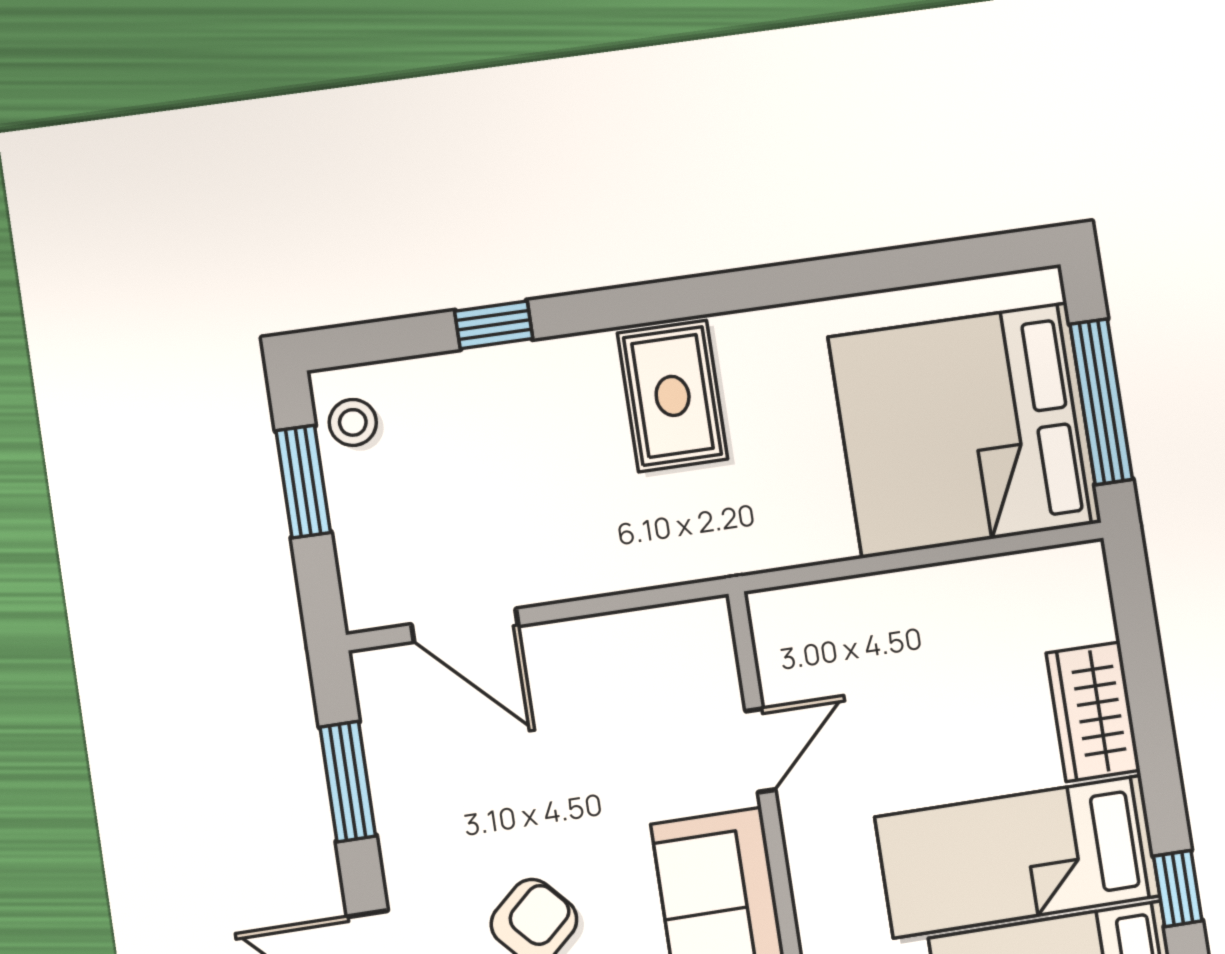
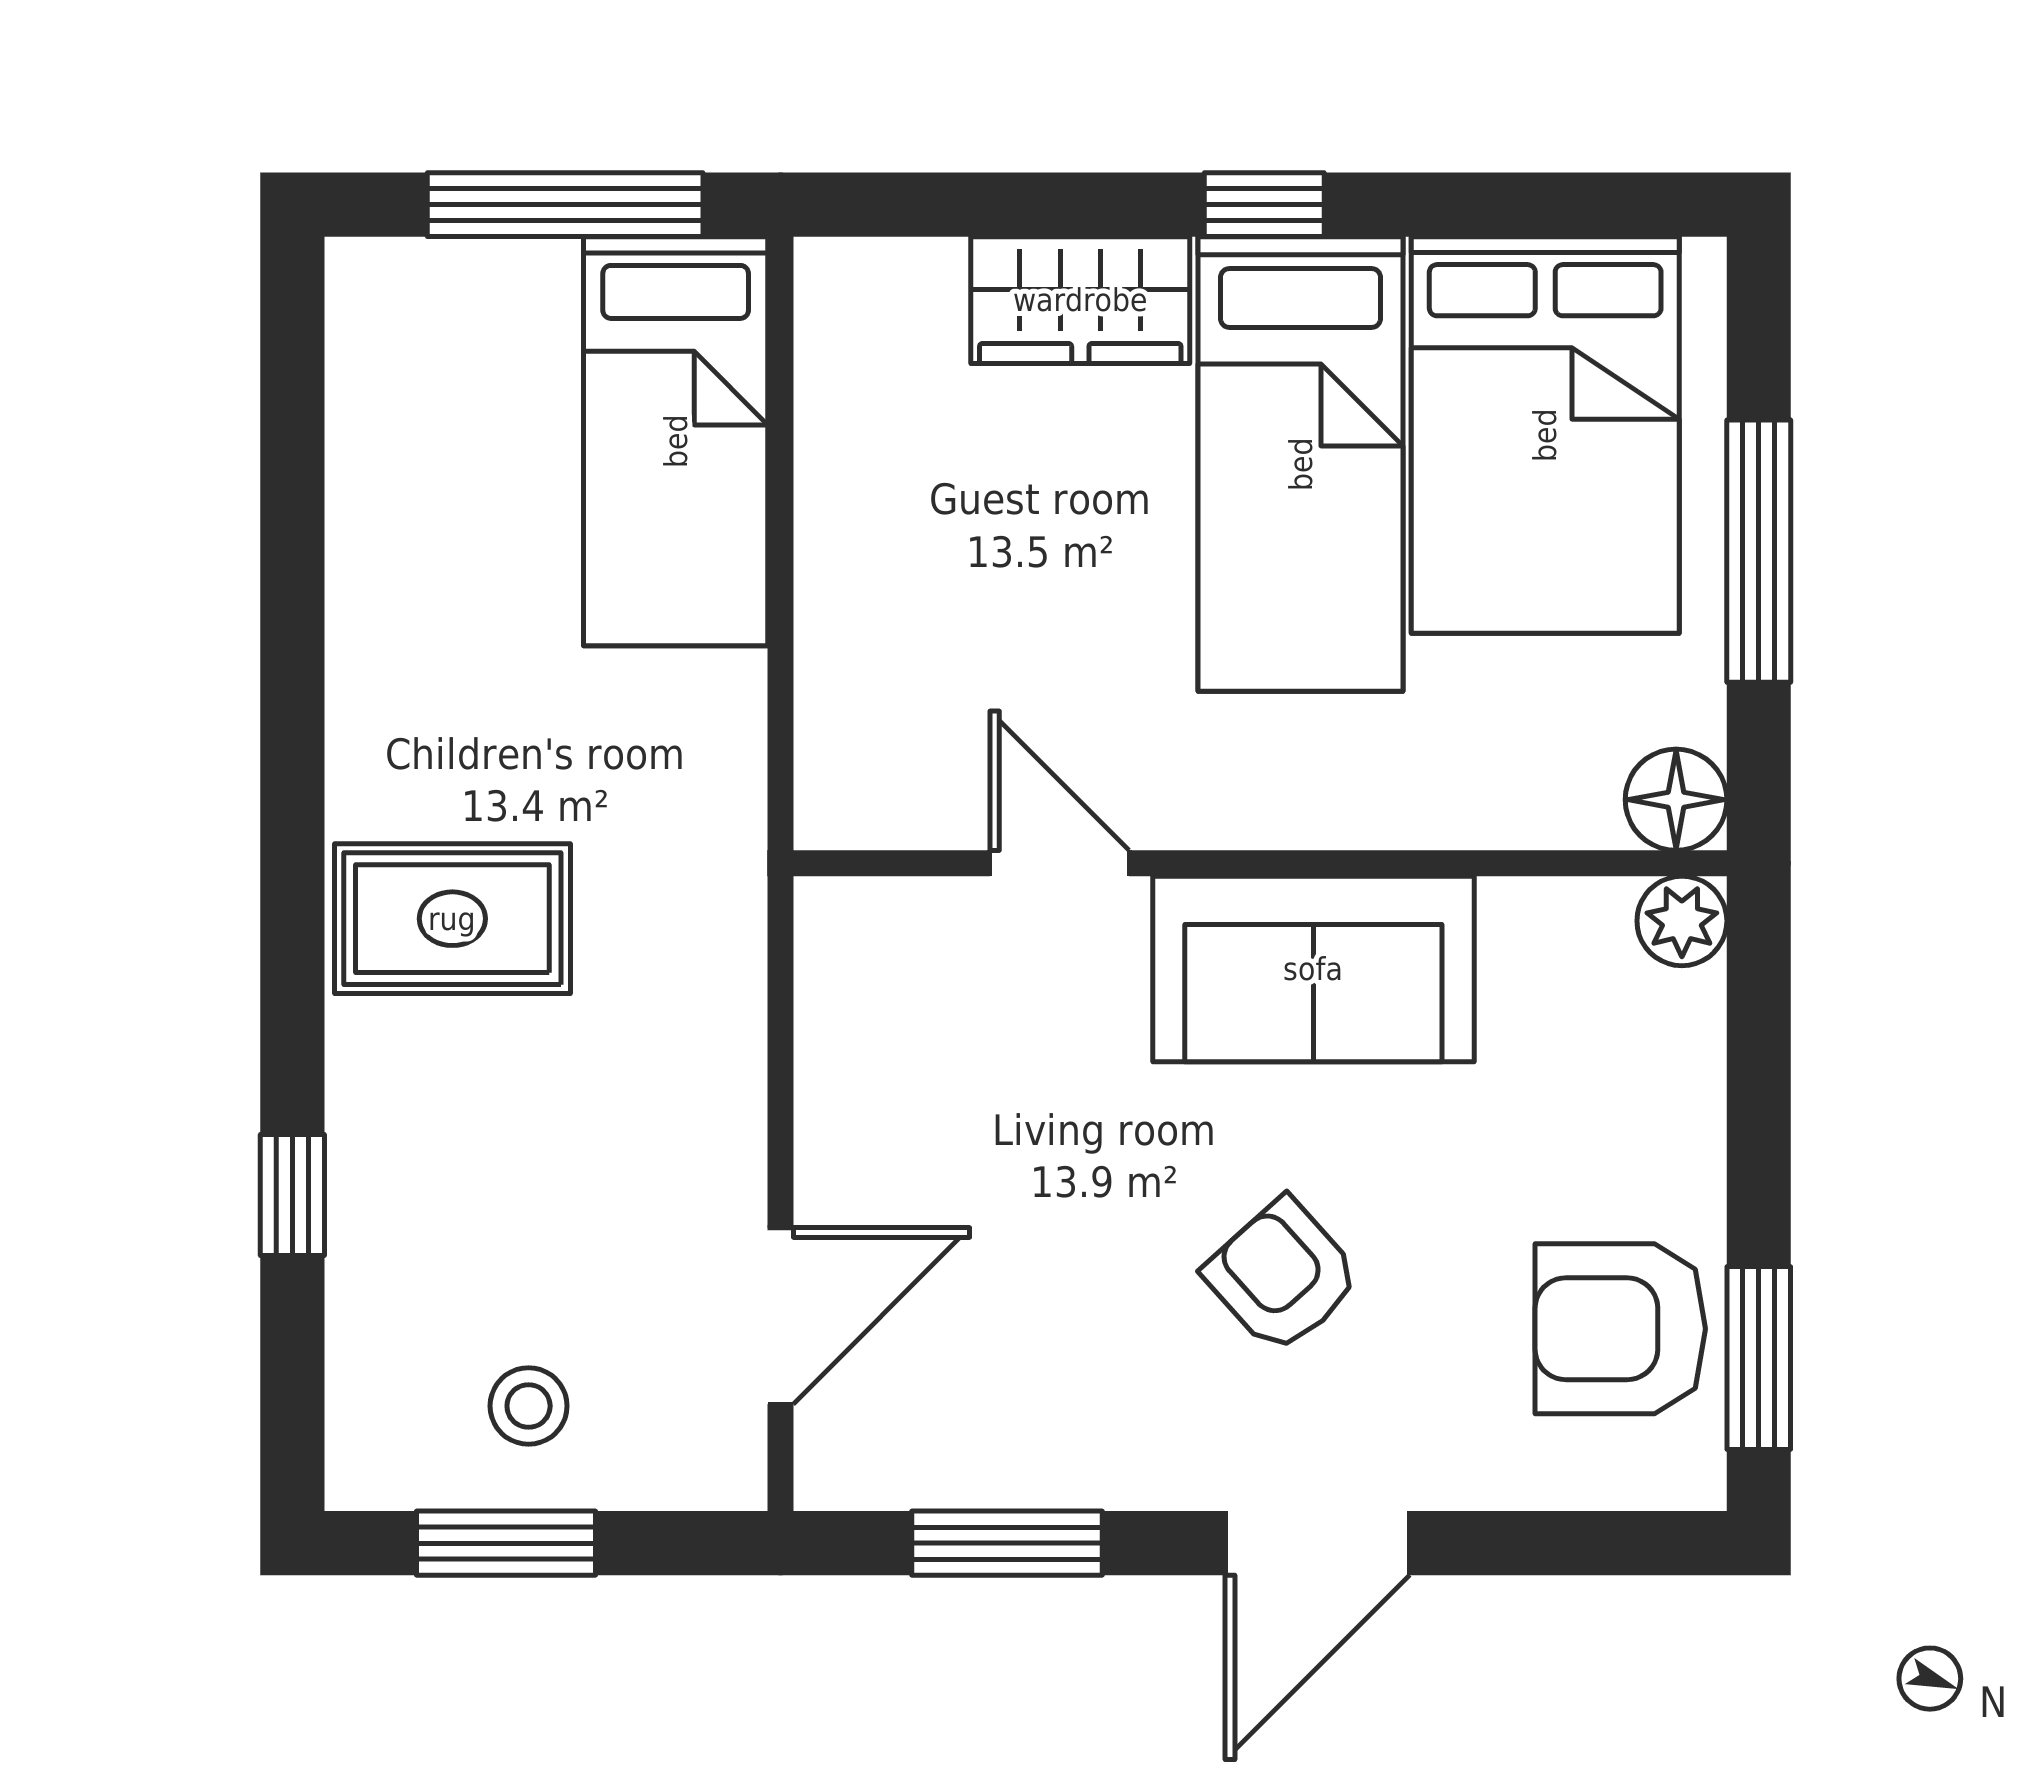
stool: (353, 422) -> (529, 1406), moved
bed: (965, 430) -> (676, 441), width x0.49
window: (1178, 889) -> (1264, 205), moved

